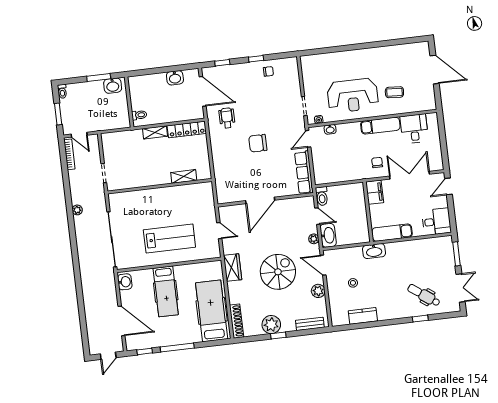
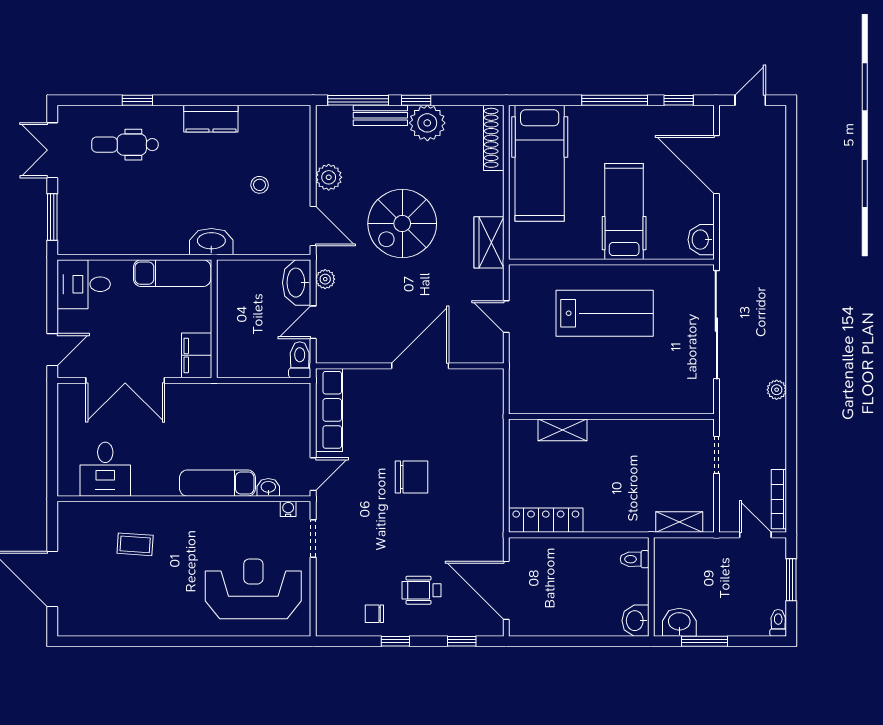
washbasin: (175, 78) -> (636, 621), moved, turned -90
reception desk: (353, 96) -> (253, 589), moved
wheelchair: (227, 118) -> (422, 590), moved, turned 90
exam couch: (380, 126) -> (217, 483), moved
shelving: (155, 132) -> (679, 522), moved
chair: (377, 162) -> (185, 412), removed
door: (317, 216) -> (313, 322), hinge flipped
lab bench: (169, 238) -> (605, 313), turned 180
dental chair: (424, 295) -> (125, 145), turned 144
kitchen counter: (363, 316) -> (211, 119), moved
bench: (310, 324) -> (380, 115), moved
window: (308, 332) -> (358, 100), added

